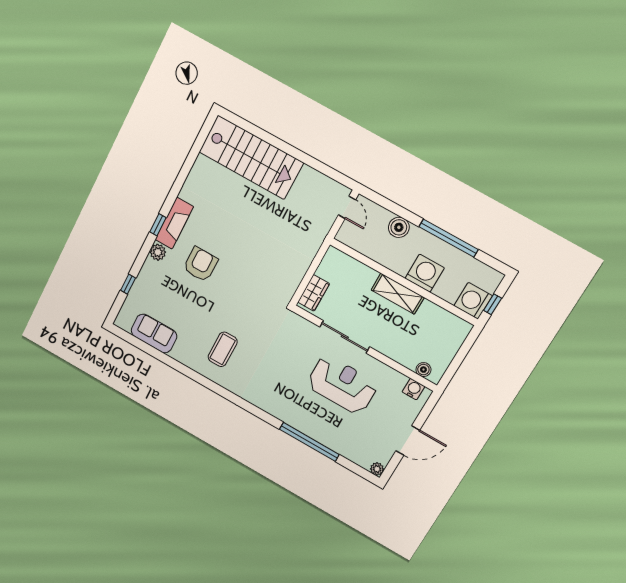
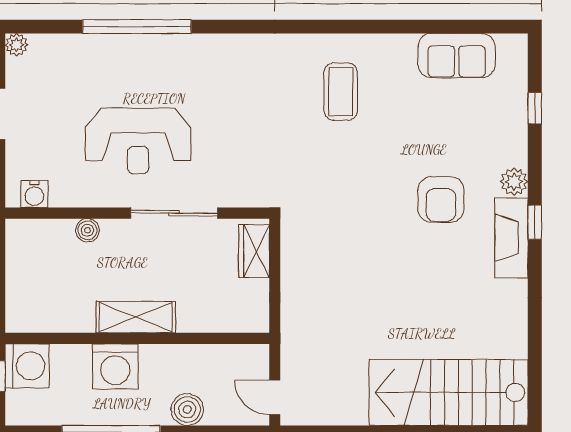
boiler: (423, 370) -> (87, 230), moved

